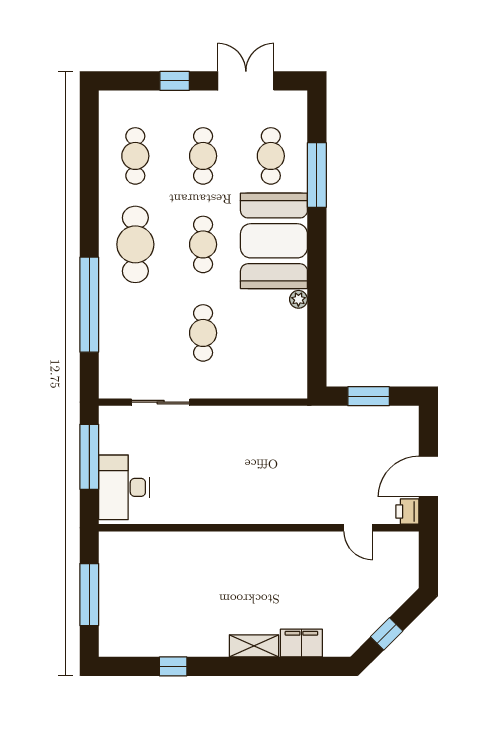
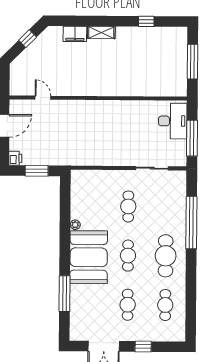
cafe table: (271, 156) -> (90, 304), removed
printer: (407, 512) -> (15, 158), moved

